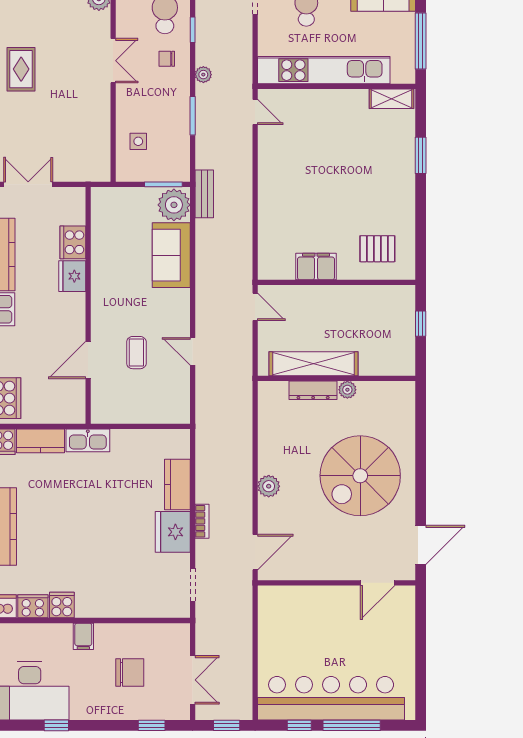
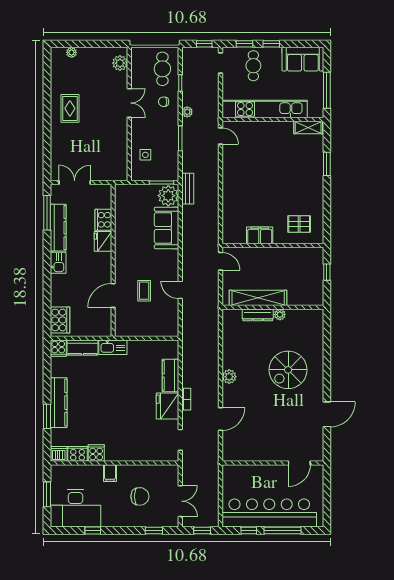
spiral stairs: (360, 476) -> (288, 370), width x0.73, depth x0.73
wall: (336, 583) -> (273, 463), moved
door: (378, 583) -> (299, 463), moved

